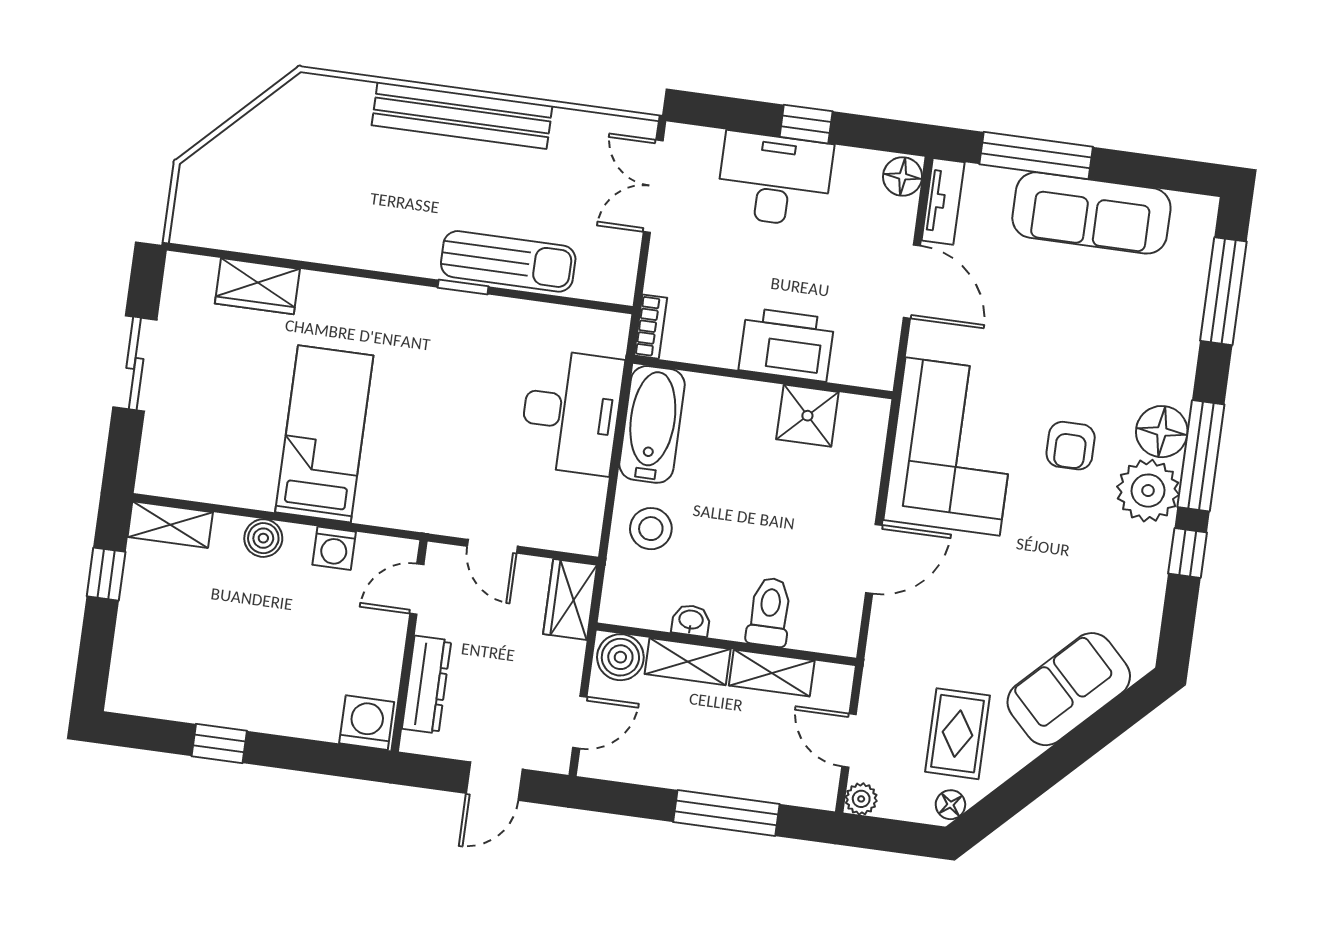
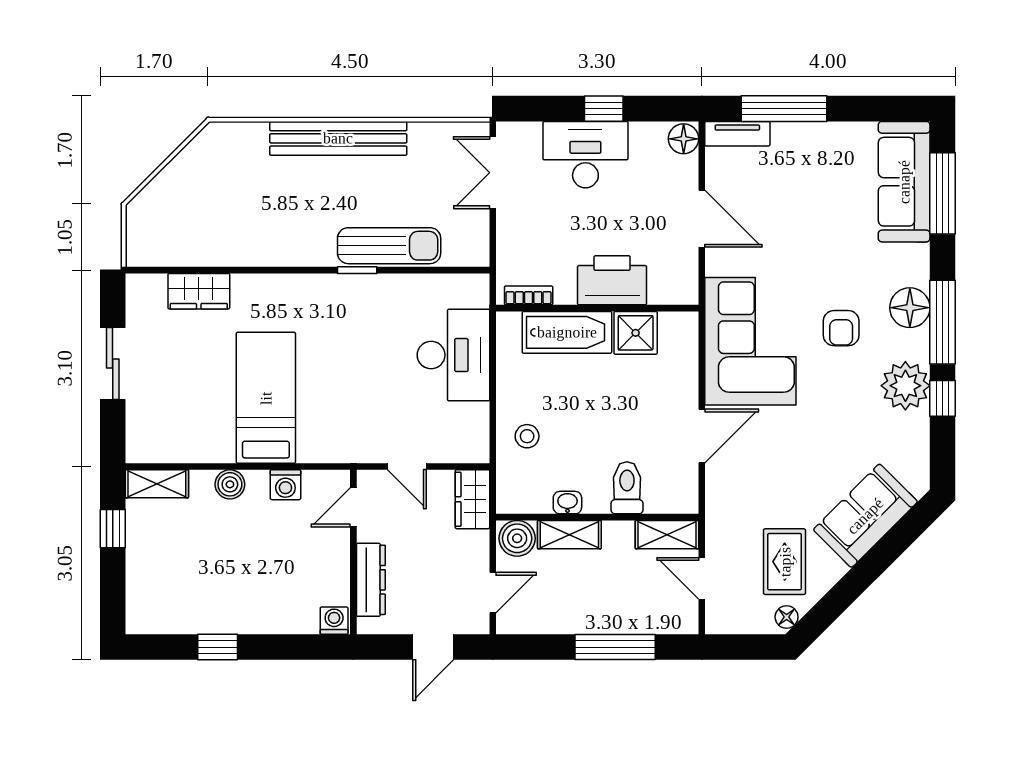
tv unit: (943, 201) -> (737, 134), moved, turned 90
sofa: (1091, 213) -> (904, 182), moved, turned 90
bookcase: (651, 327) -> (529, 295), moved, turned -90
bathtub: (652, 424) -> (567, 332), moved, turned 90
plant: (1148, 491) -> (905, 386), moved
stool: (651, 529) -> (527, 436), width x0.73, depth x0.73
shelving: (772, 673) -> (667, 535), moved
washing machine: (367, 723) -> (334, 621), width x0.73, depth x0.73
plant: (861, 799) -> (717, 622), removed

